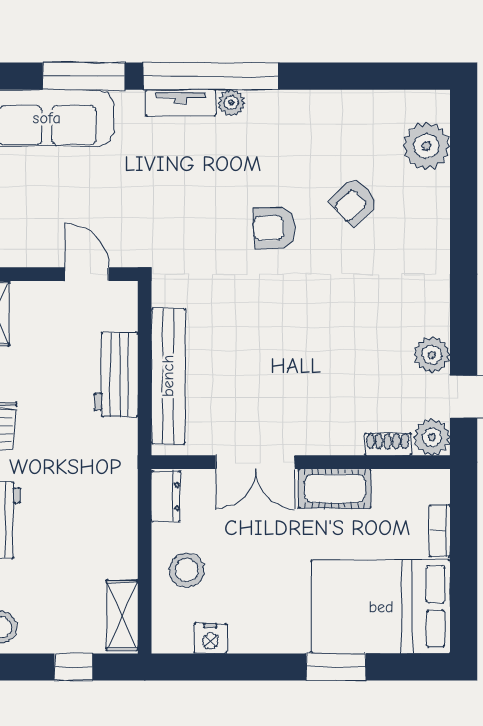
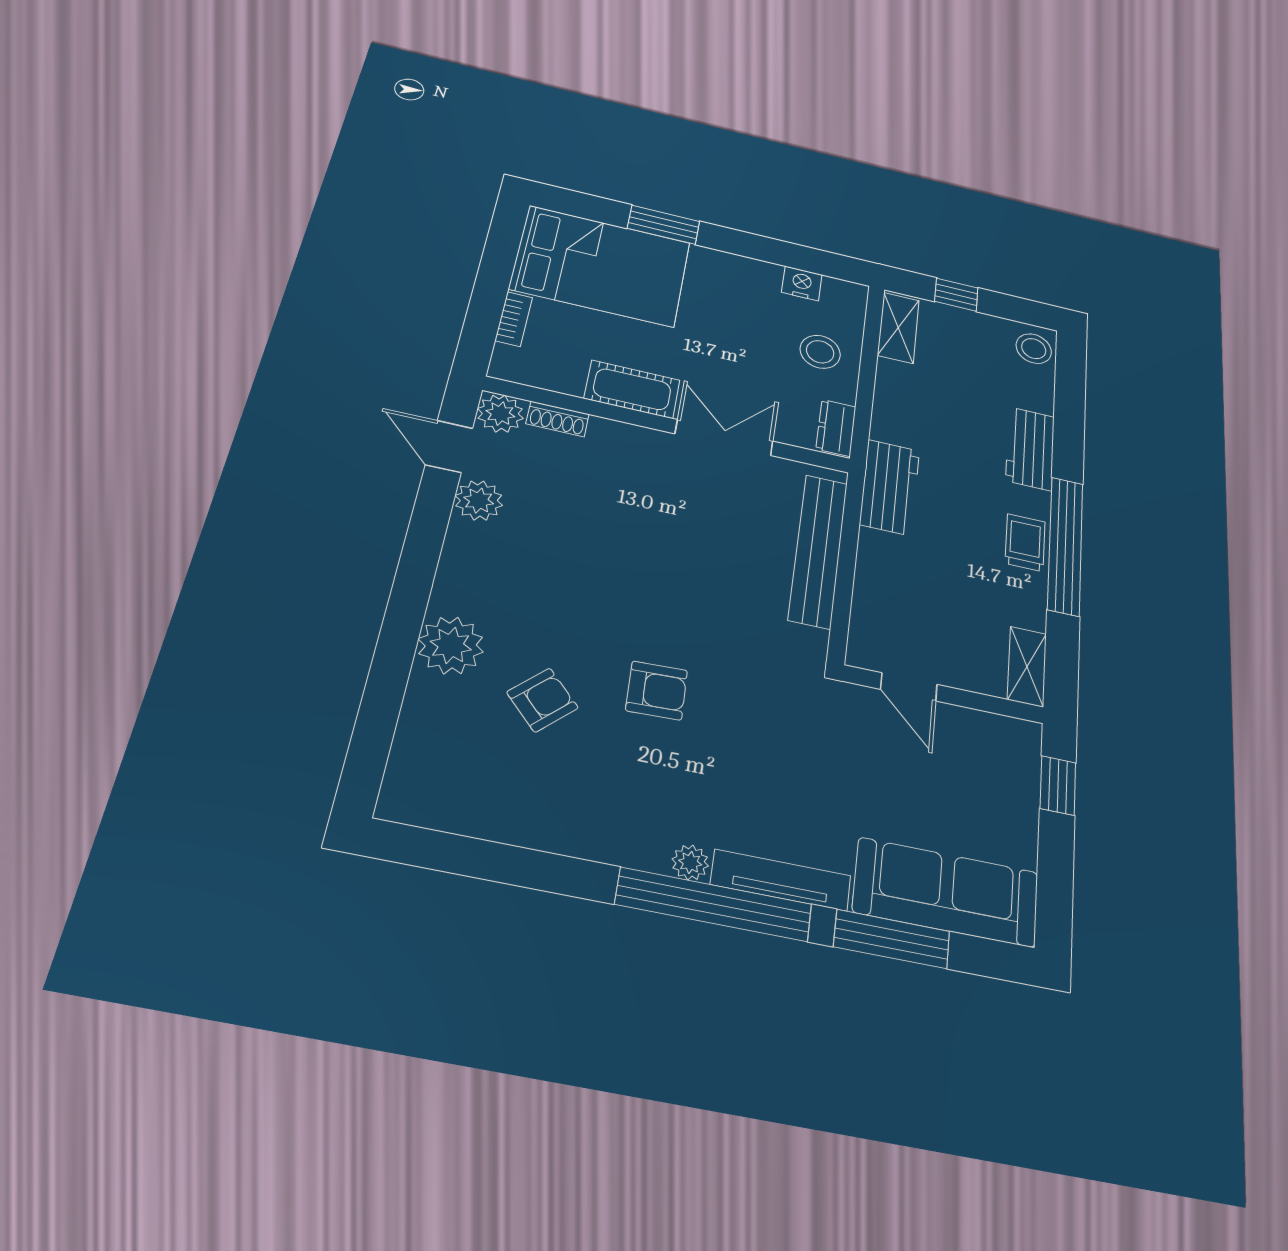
tv unit: (181, 103) -> (781, 880), width x1.41
plant: (426, 146) -> (451, 645), moved
workbench: (116, 375) -> (890, 487), moved

